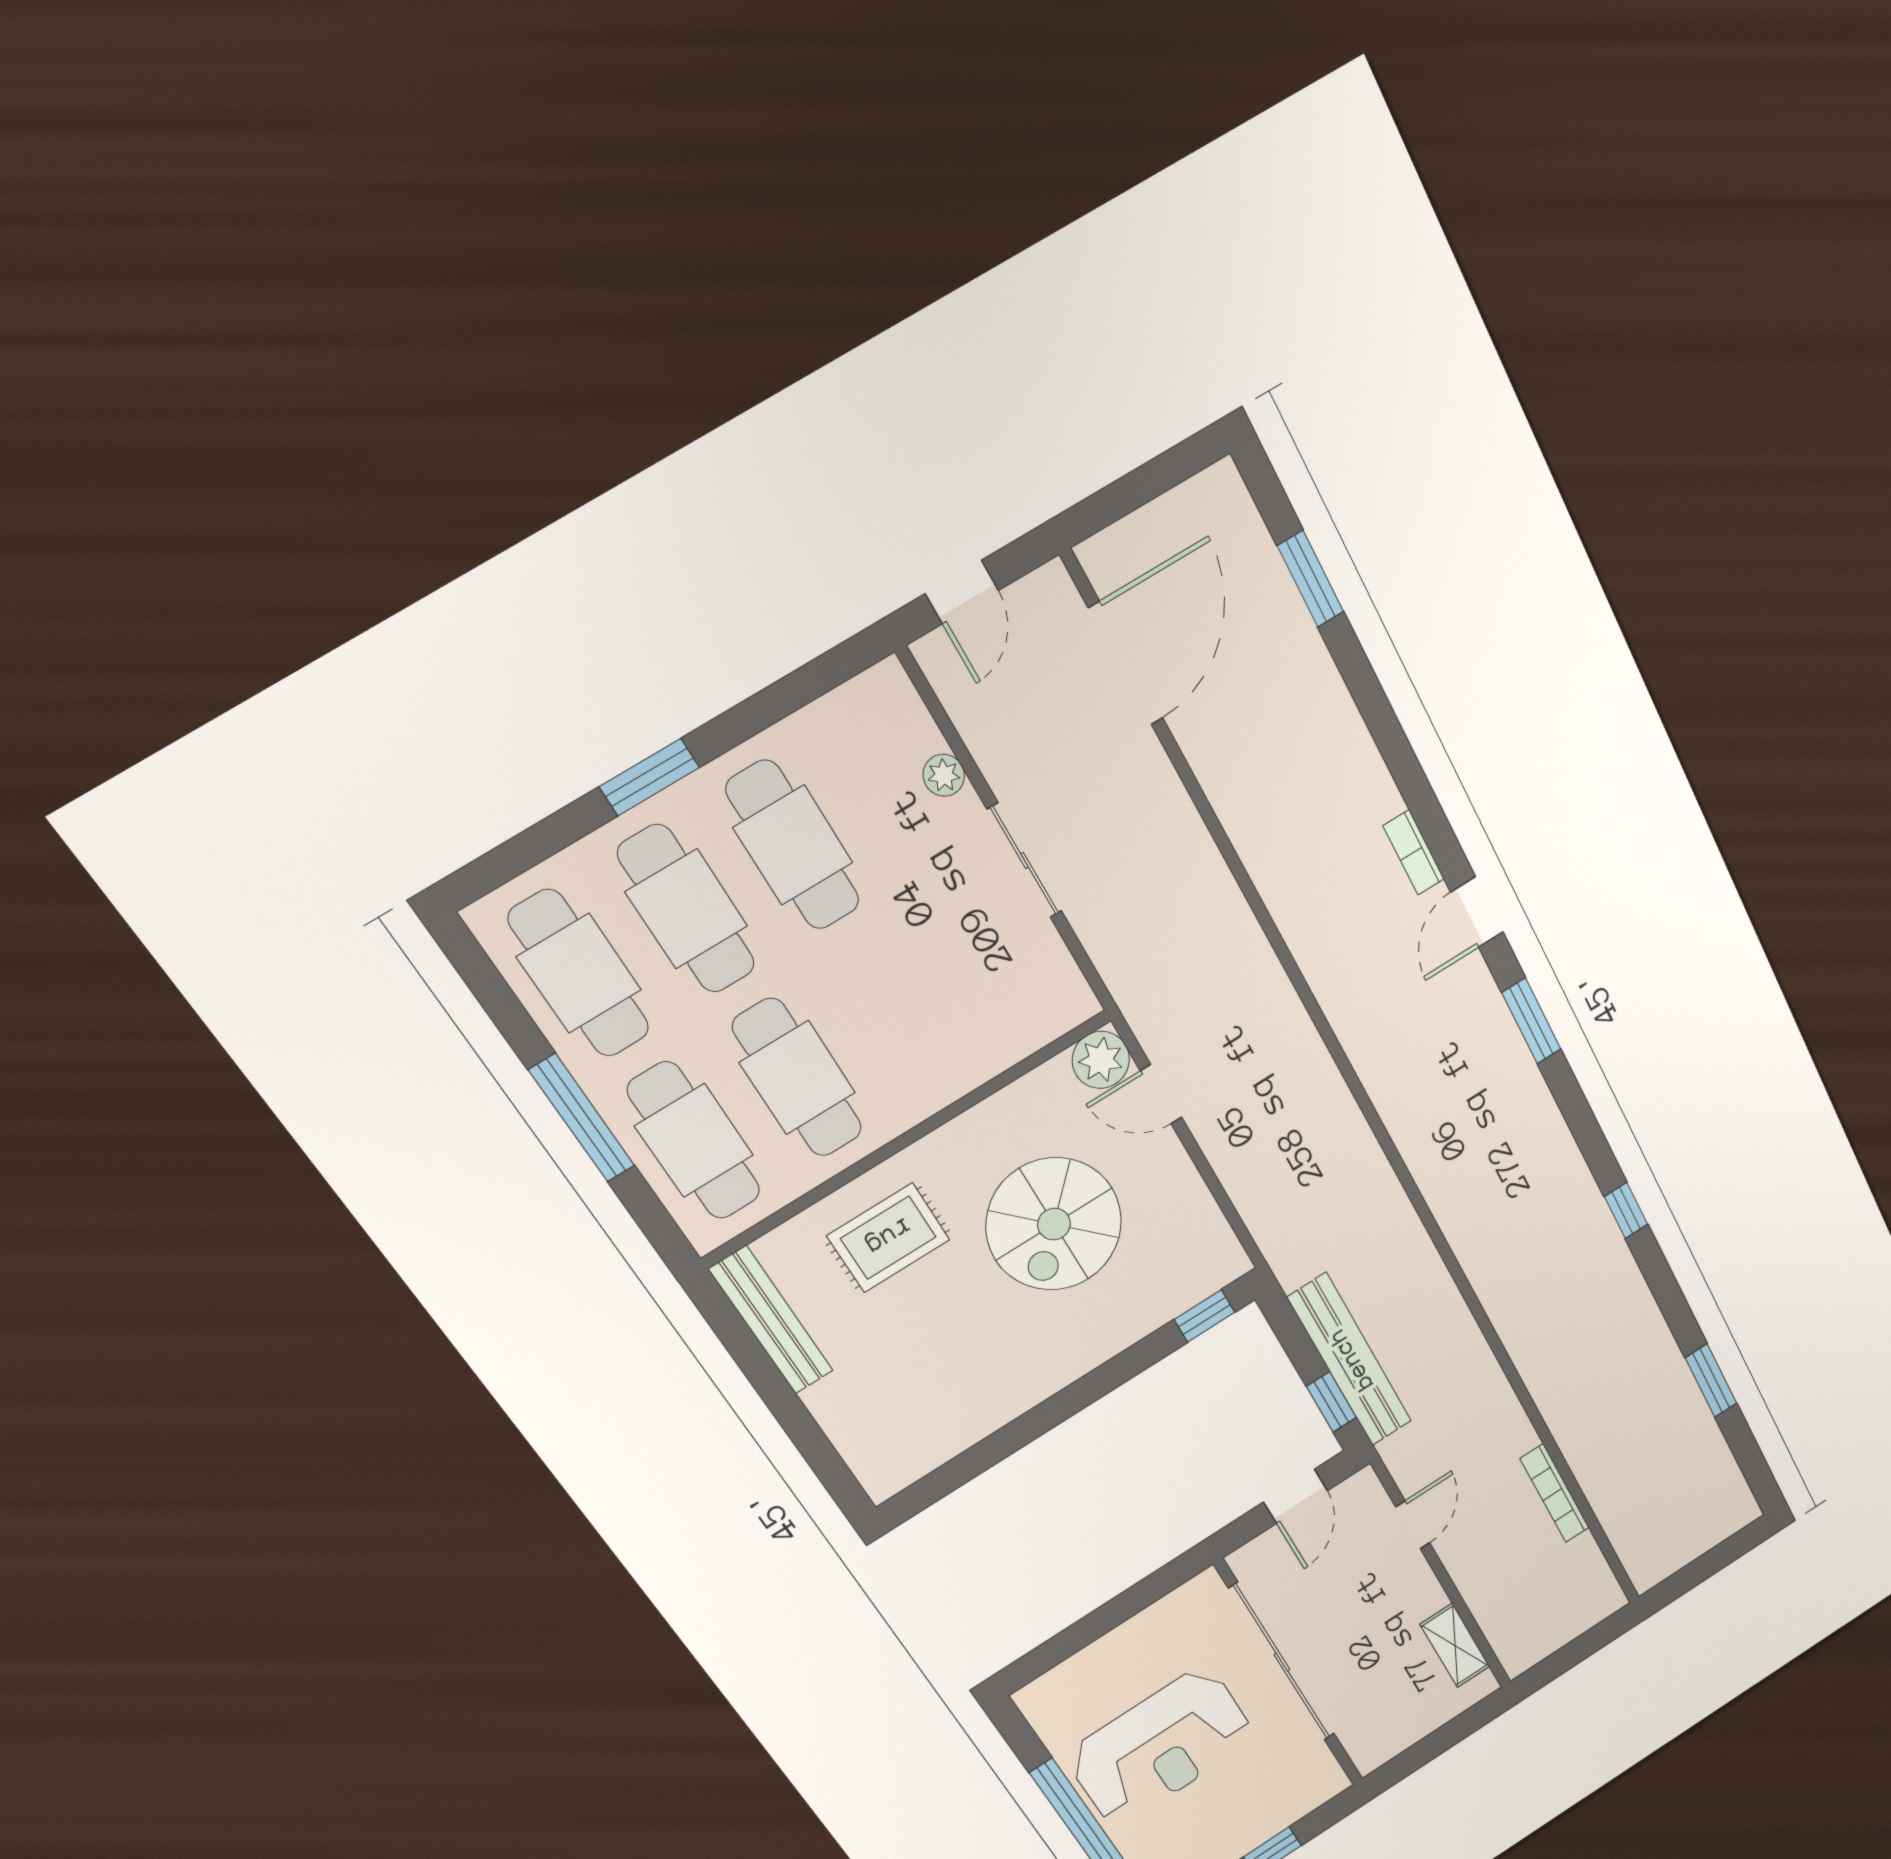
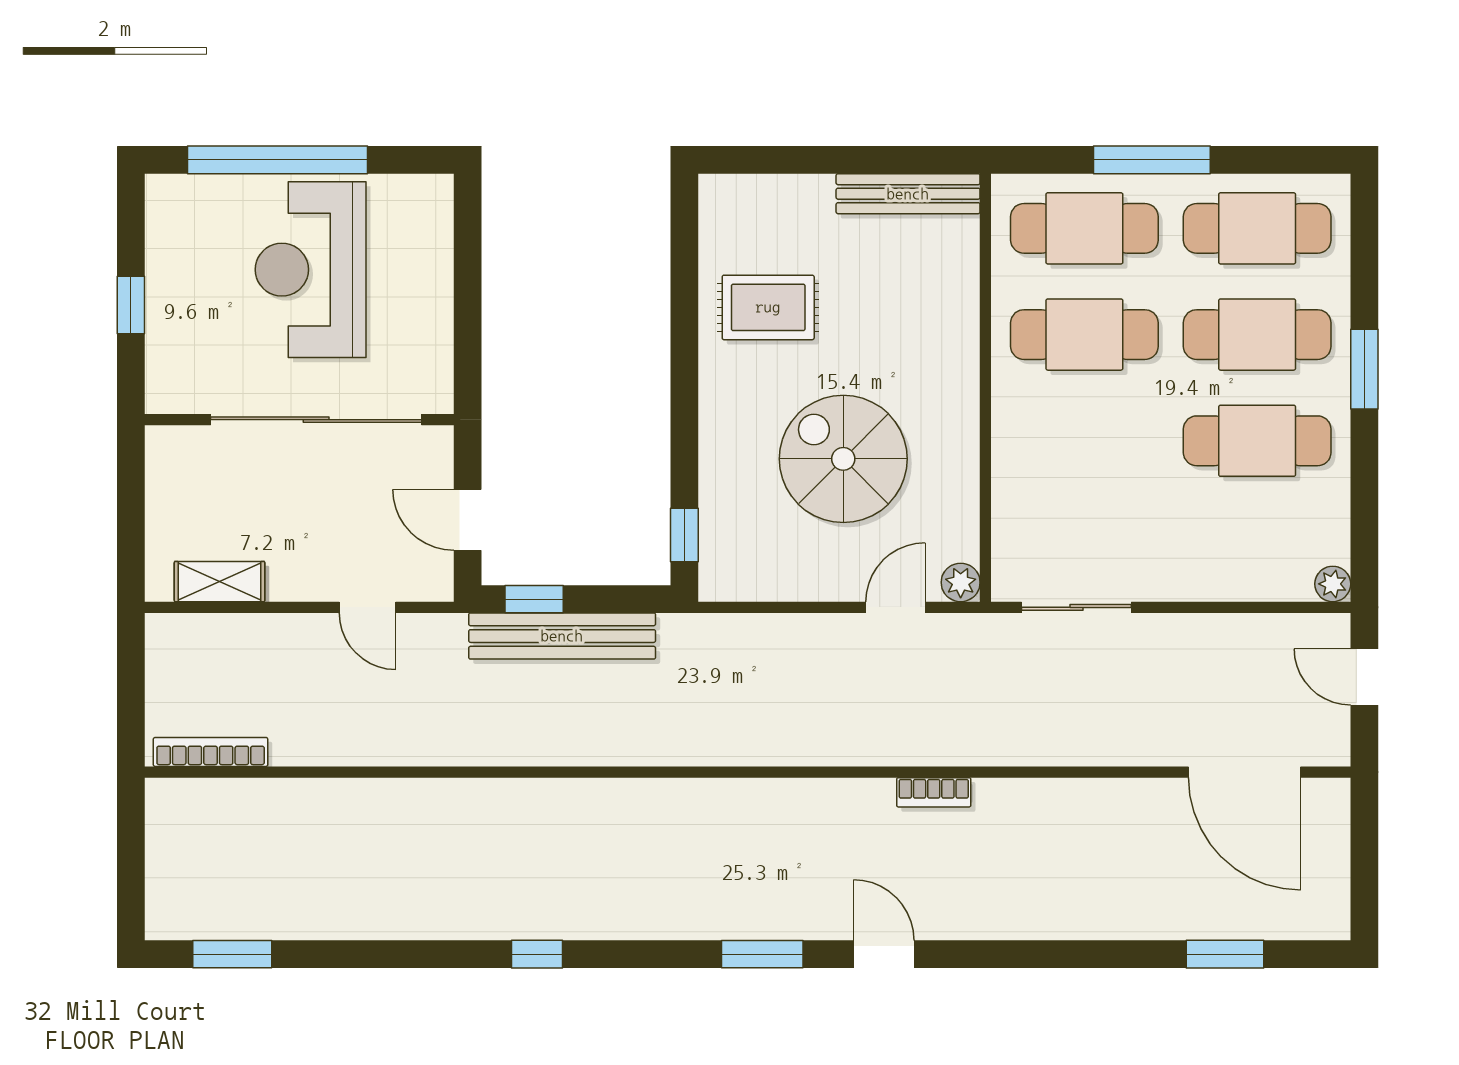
plant: (944, 775) -> (1333, 584), moved
bookcase: (1414, 852) -> (934, 792), moved, turned 180
sliding door: (1024, 860) -> (1076, 607), moved
plant: (1101, 1060) -> (961, 582), width x0.73, depth x0.73
rug: (888, 1238) -> (768, 307), moved, turned 90
window: (1711, 1381) -> (232, 954), moved
bookcase: (1555, 1493) -> (211, 752), moved

